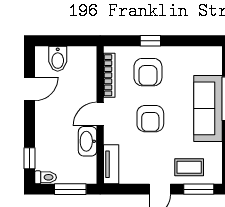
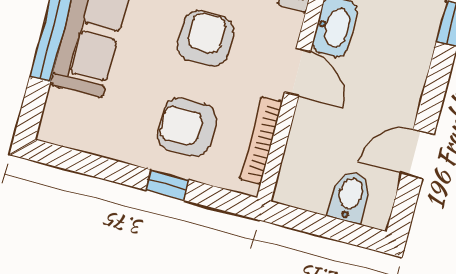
armchair: (148, 72) -> (187, 127), turned -90
door: (100, 114) -> (297, 72), hinge flipped

